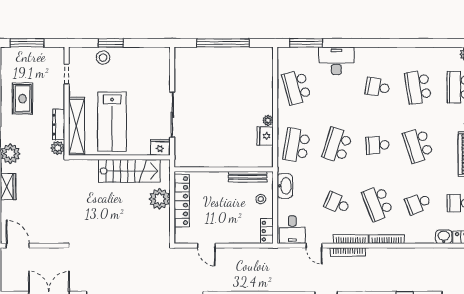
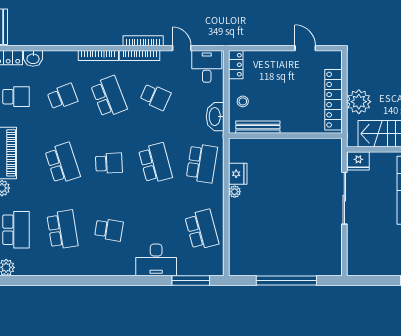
school desk: (337, 145) -> (155, 163), turned -33

